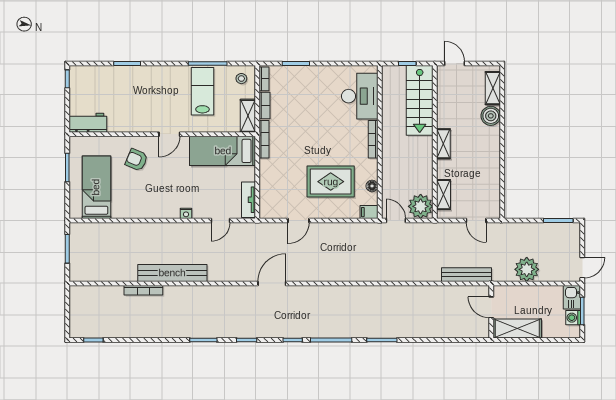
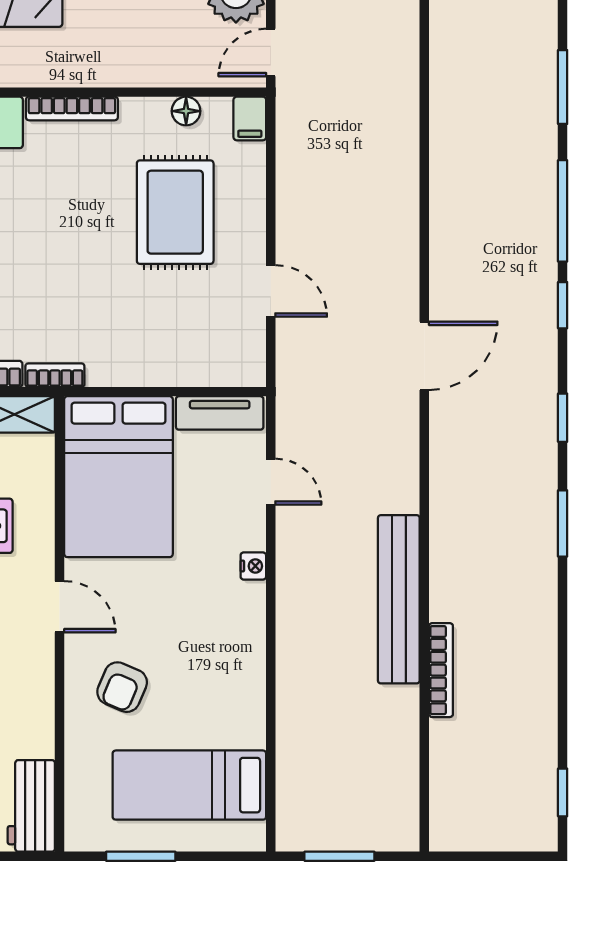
bookcase: (264, 139) -> (55, 375), width x0.64
bed: (223, 151) -> (118, 477), width x1.50
door: (272, 283) -> (424, 356), swing flipped

